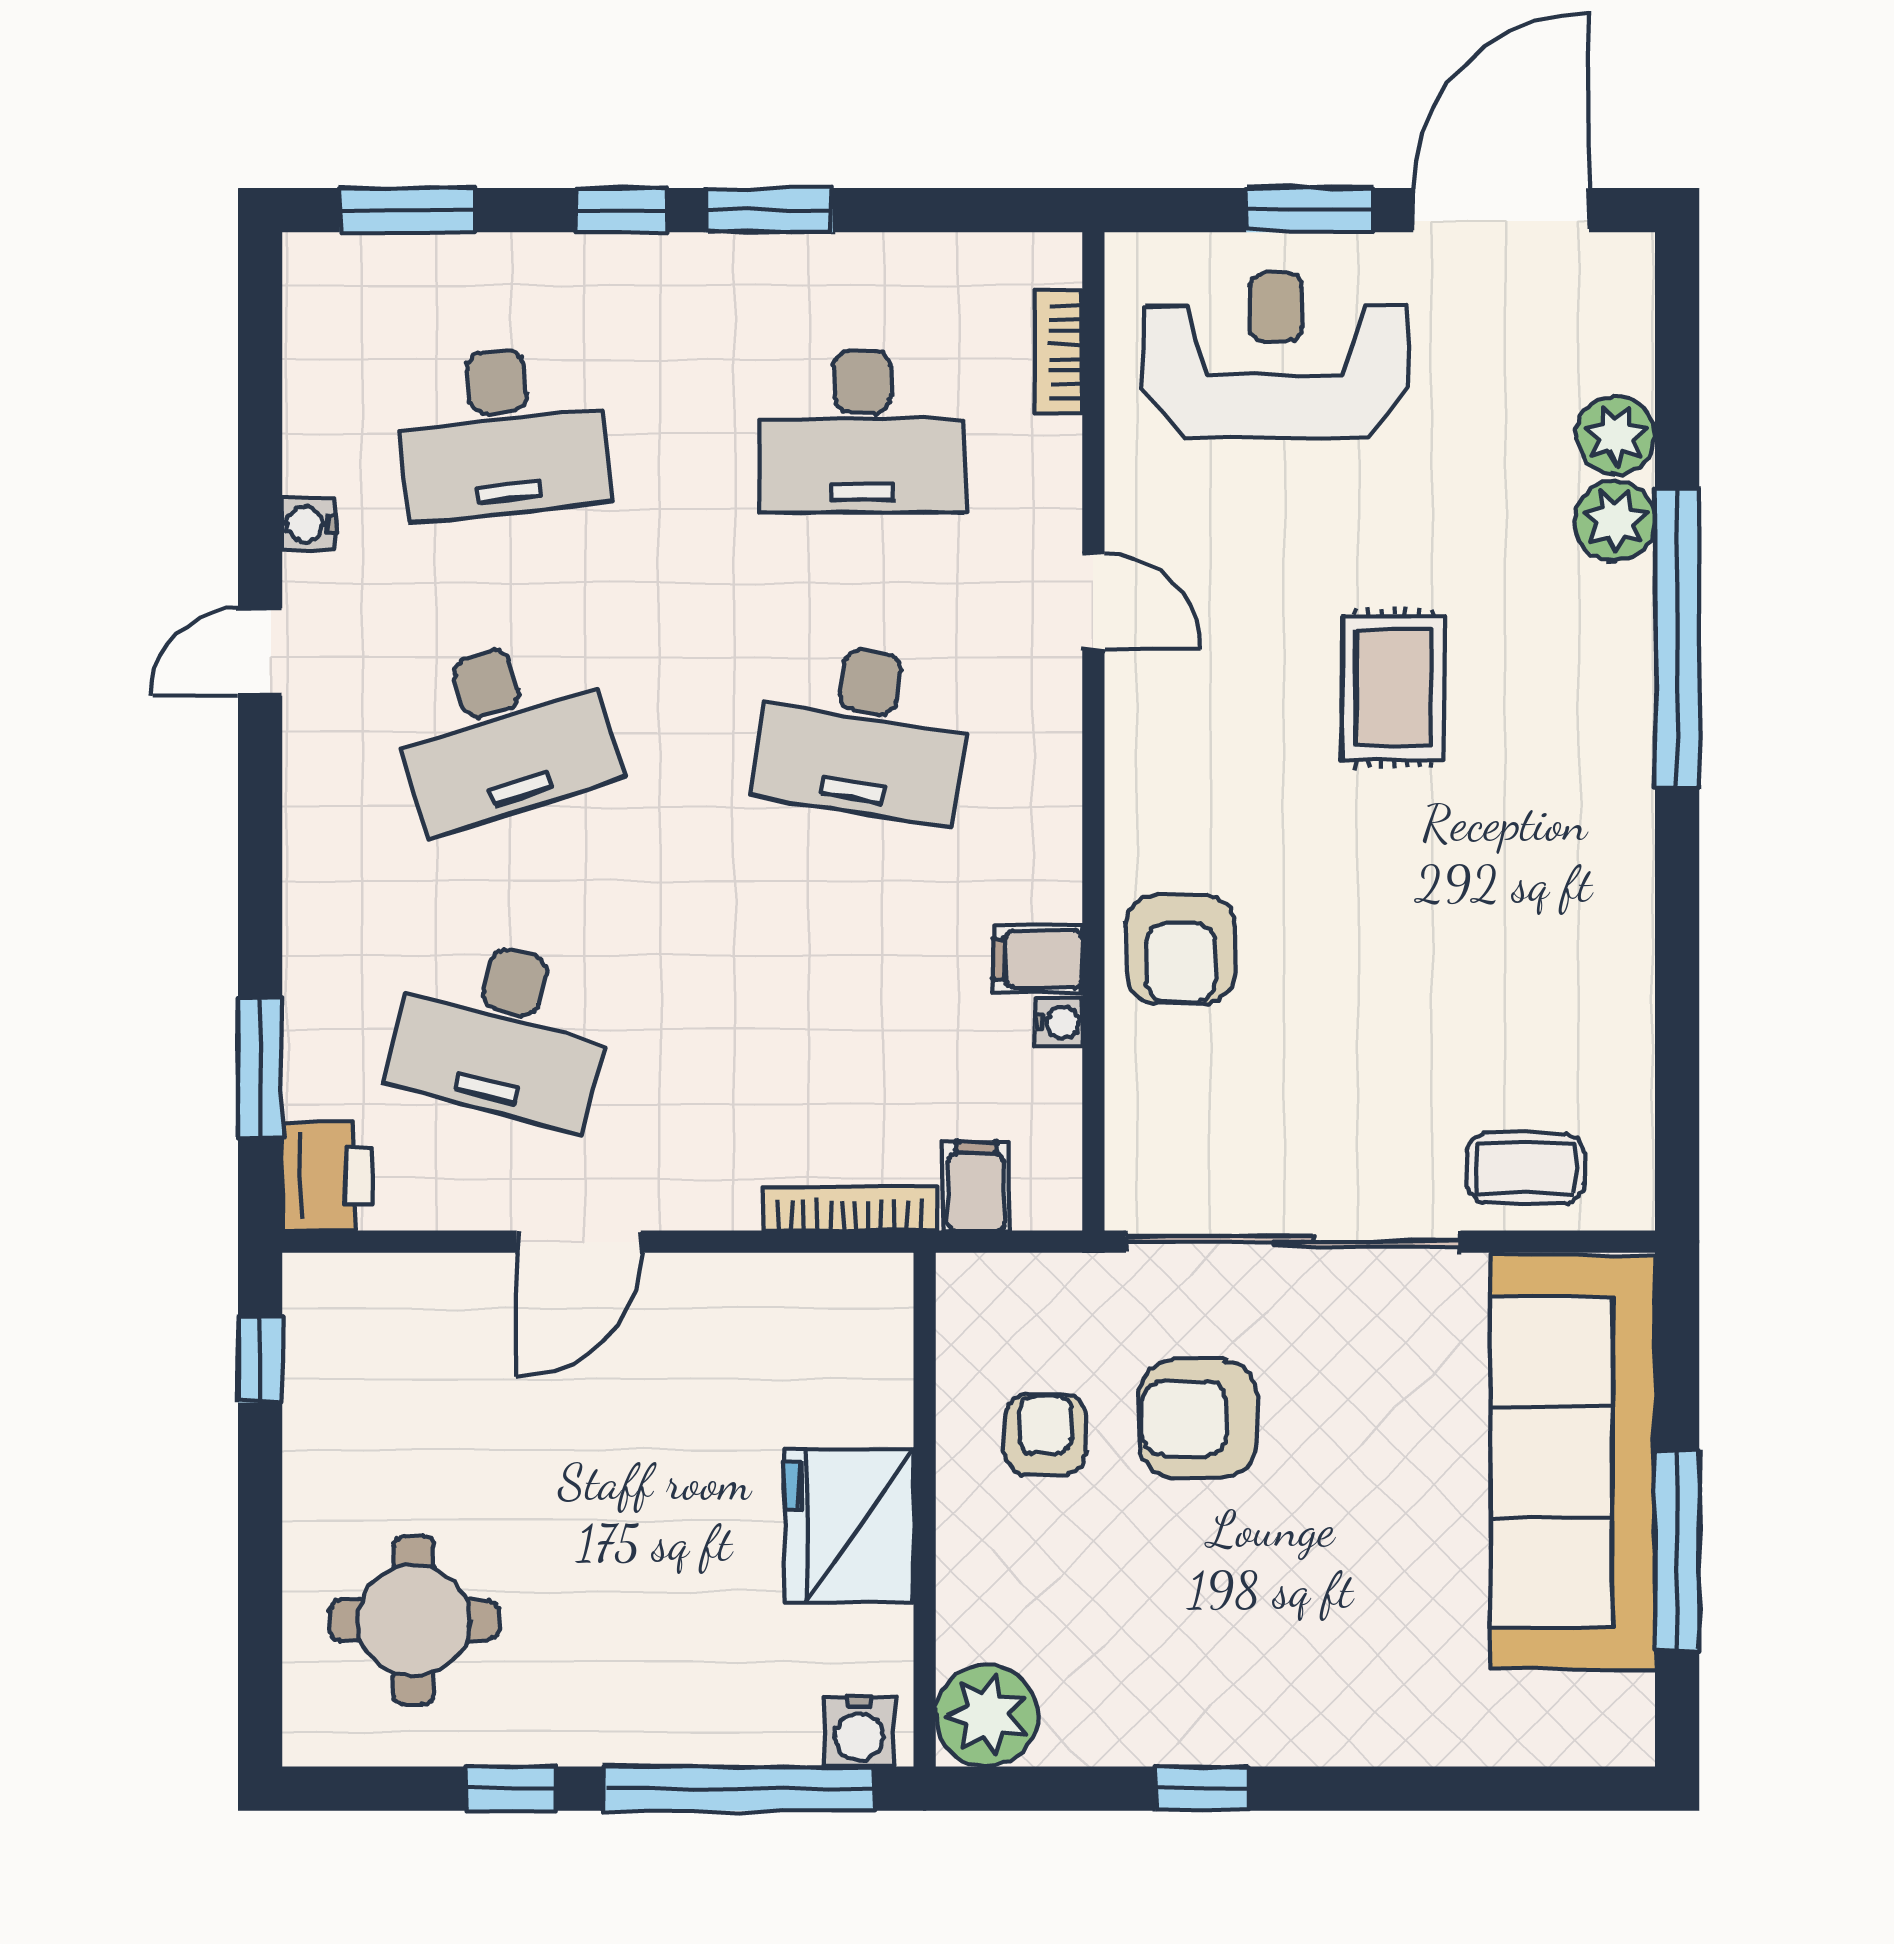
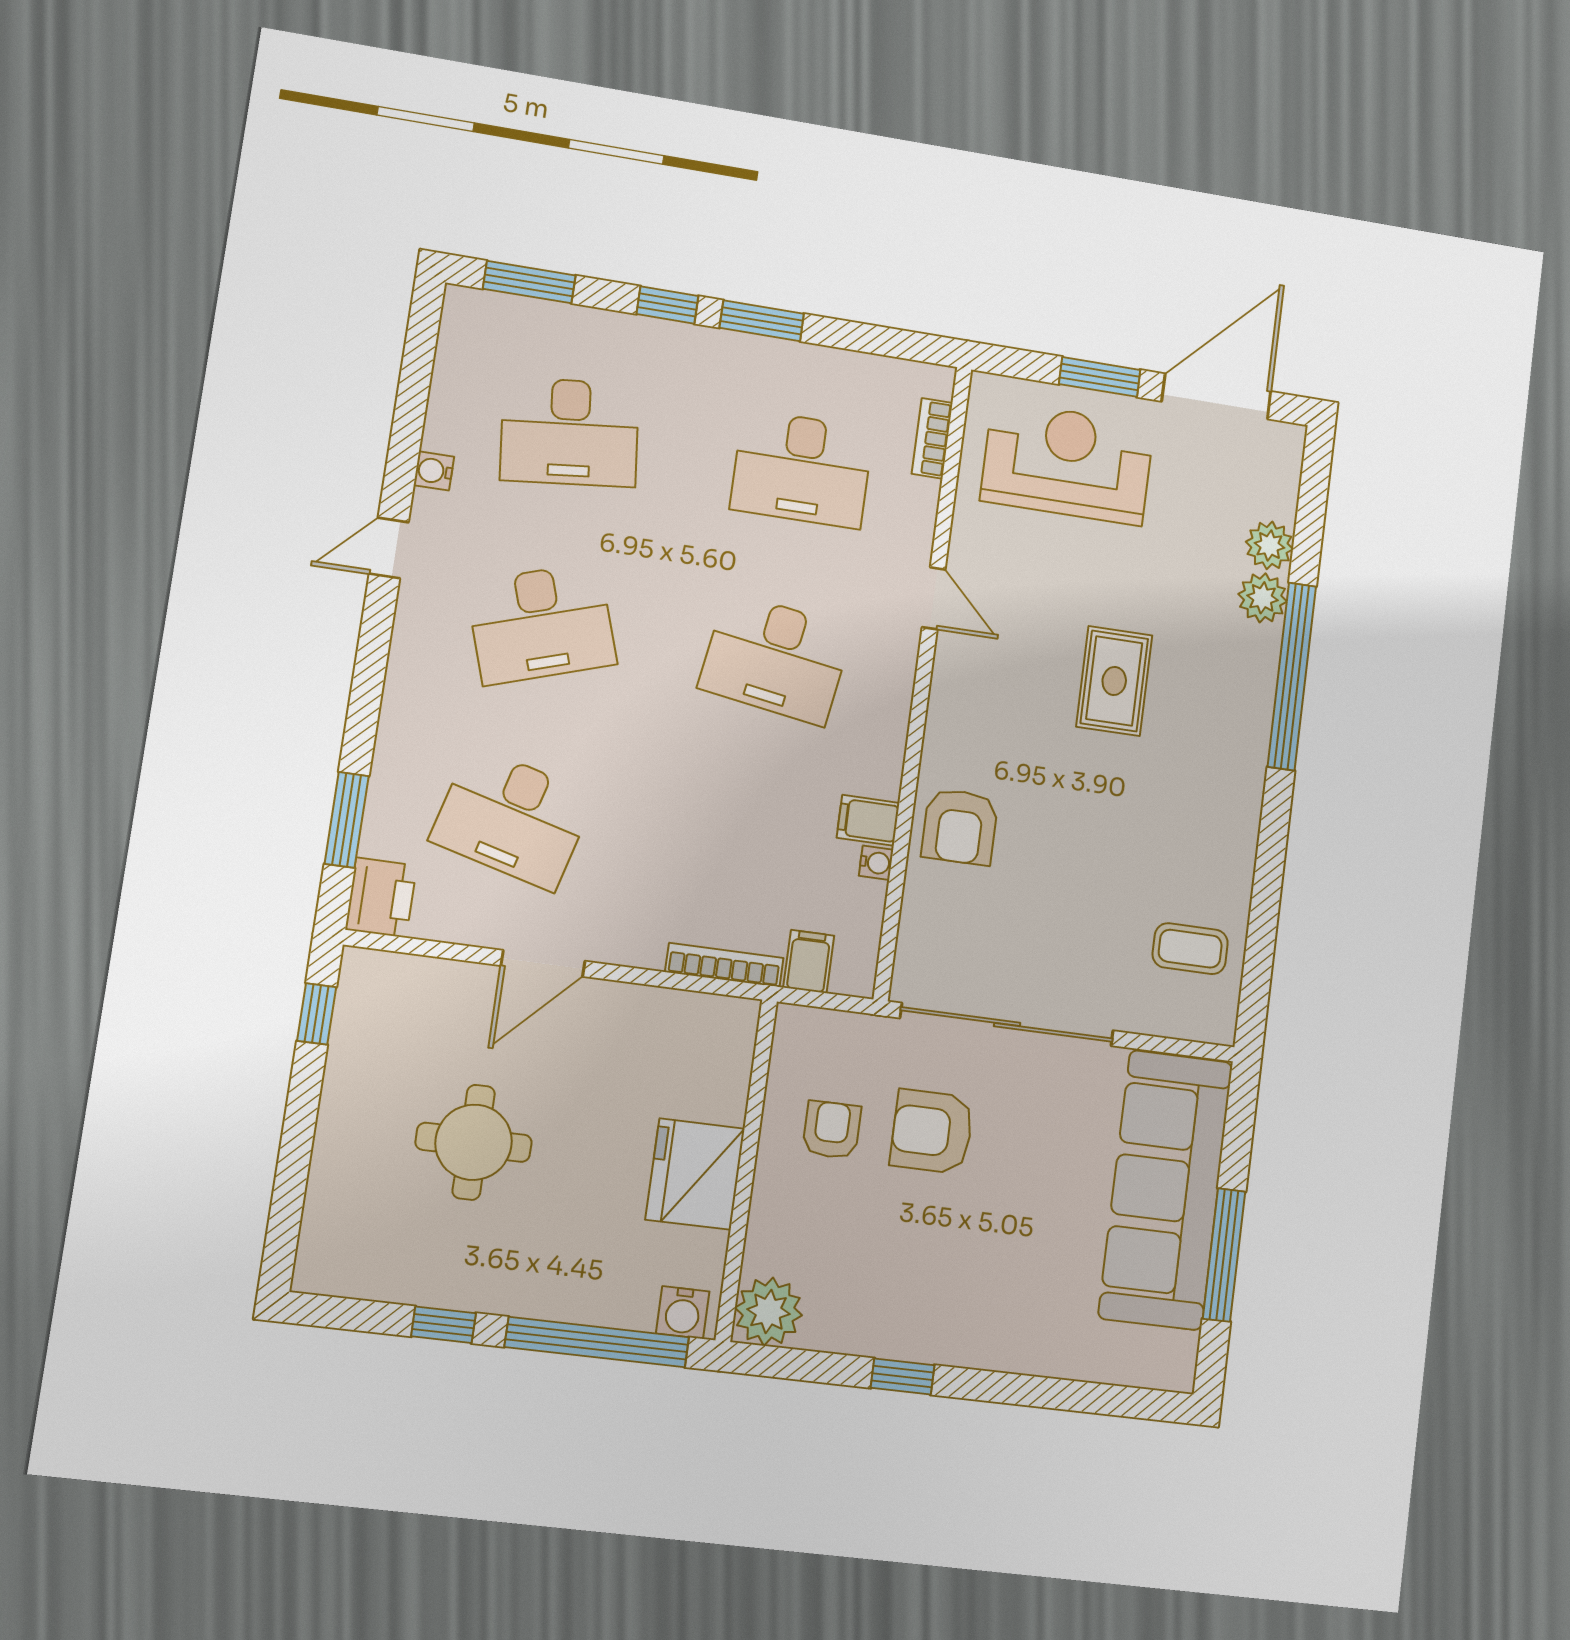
coffee table: (1526, 1168) -> (1190, 949), moved
round table: (414, 1620) -> (474, 1142), moved

